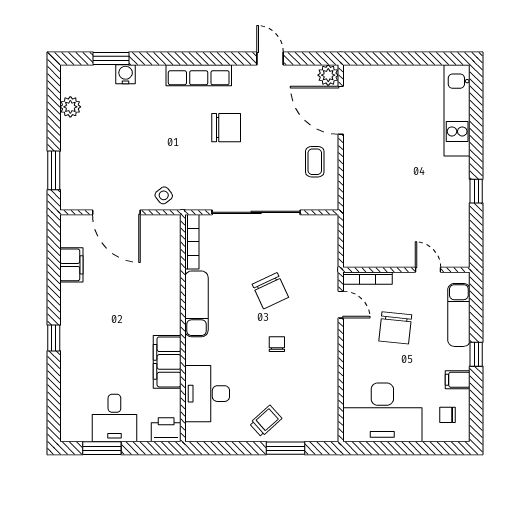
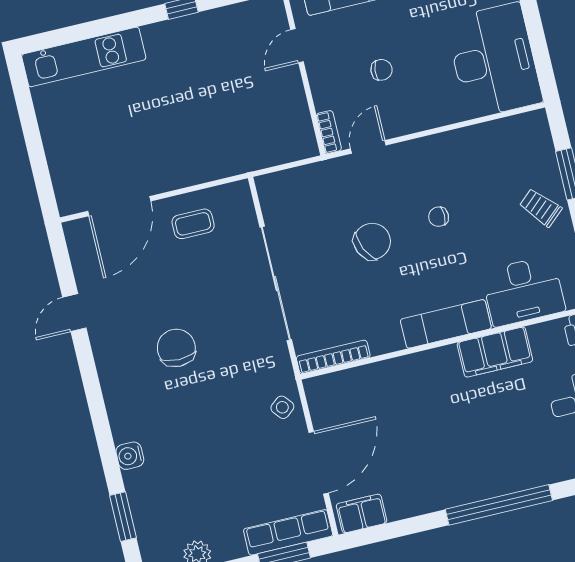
water cooler: (126, 74) -> (130, 456), moved
row of seats: (199, 75) -> (288, 532), moved, turned -90
plant: (328, 75) -> (78, 233), removed
filing cabinet: (71, 265) -> (362, 513), moved
bookcase: (367, 278) -> (329, 132), width x0.64
exam couch: (196, 304) -> (446, 324), moved
chair: (395, 328) -> (381, 70), width x0.54, depth x0.54
window: (54, 338) -> (499, 505), width x3.17

